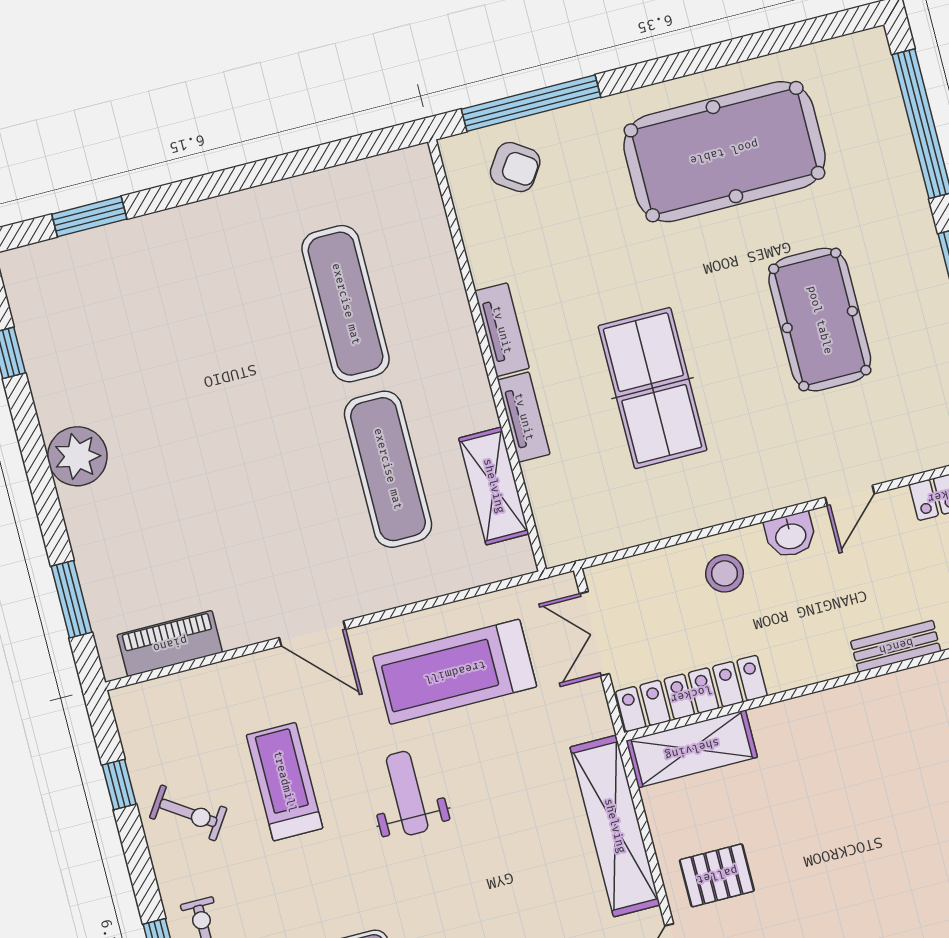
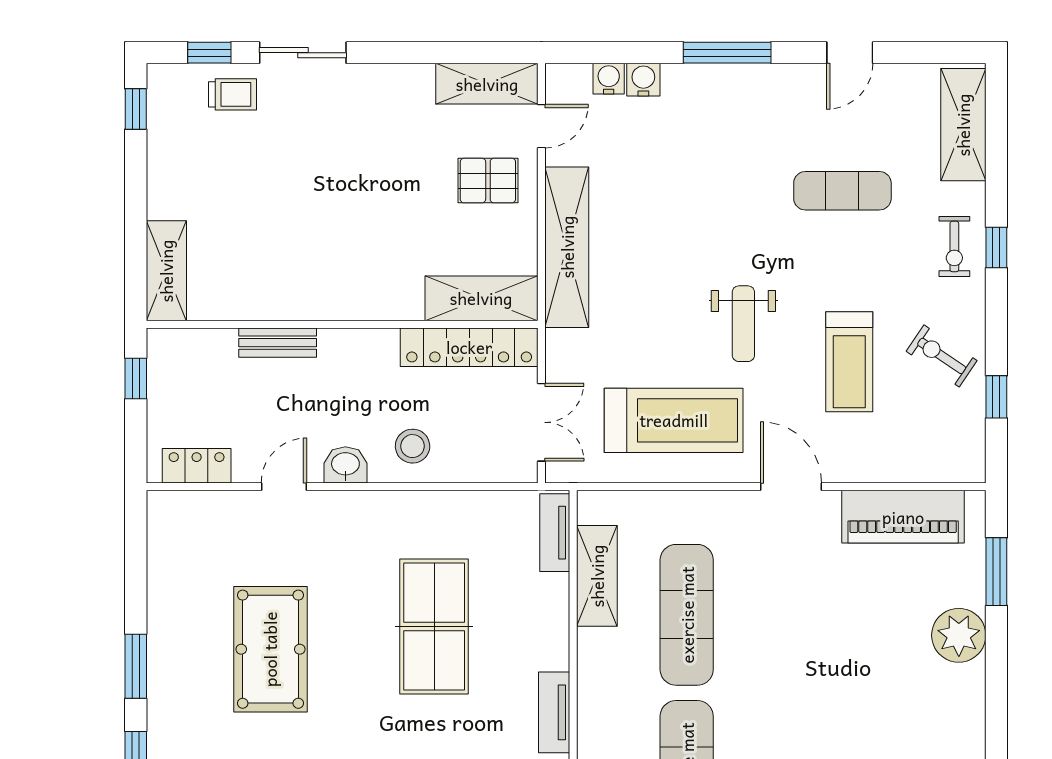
tv unit: (524, 417) -> (555, 533), moved
plant: (77, 456) -> (959, 635), moved
piano: (170, 644) -> (903, 517), width x1.37, depth x1.33

